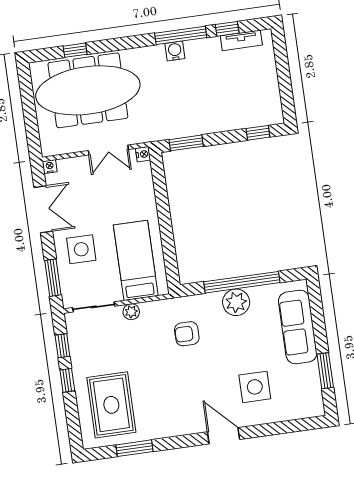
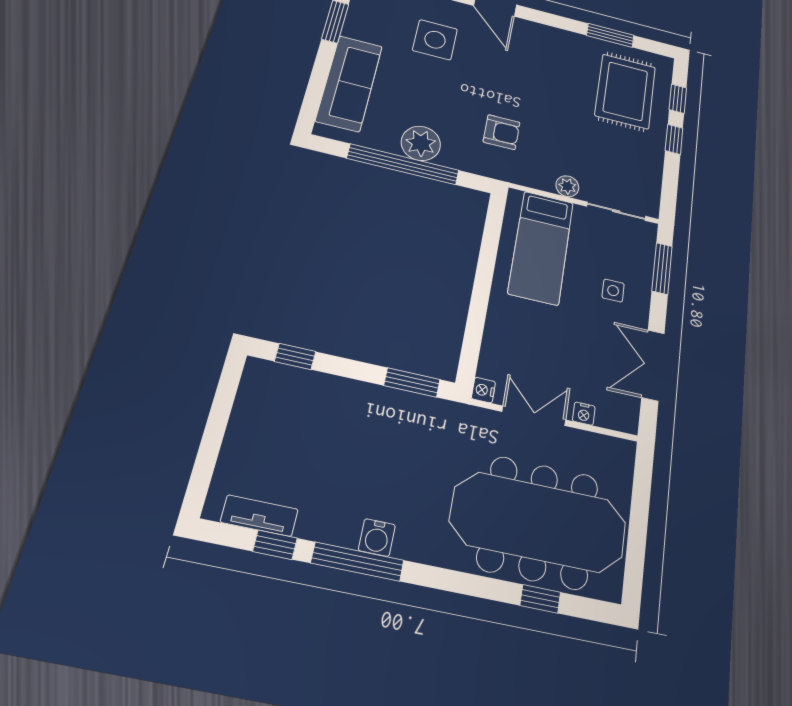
nightstand: (50, 167) -> (584, 414), moved
side table: (81, 249) -> (613, 291), width x0.54, depth x0.54
window: (62, 346) -> (678, 99), moved

